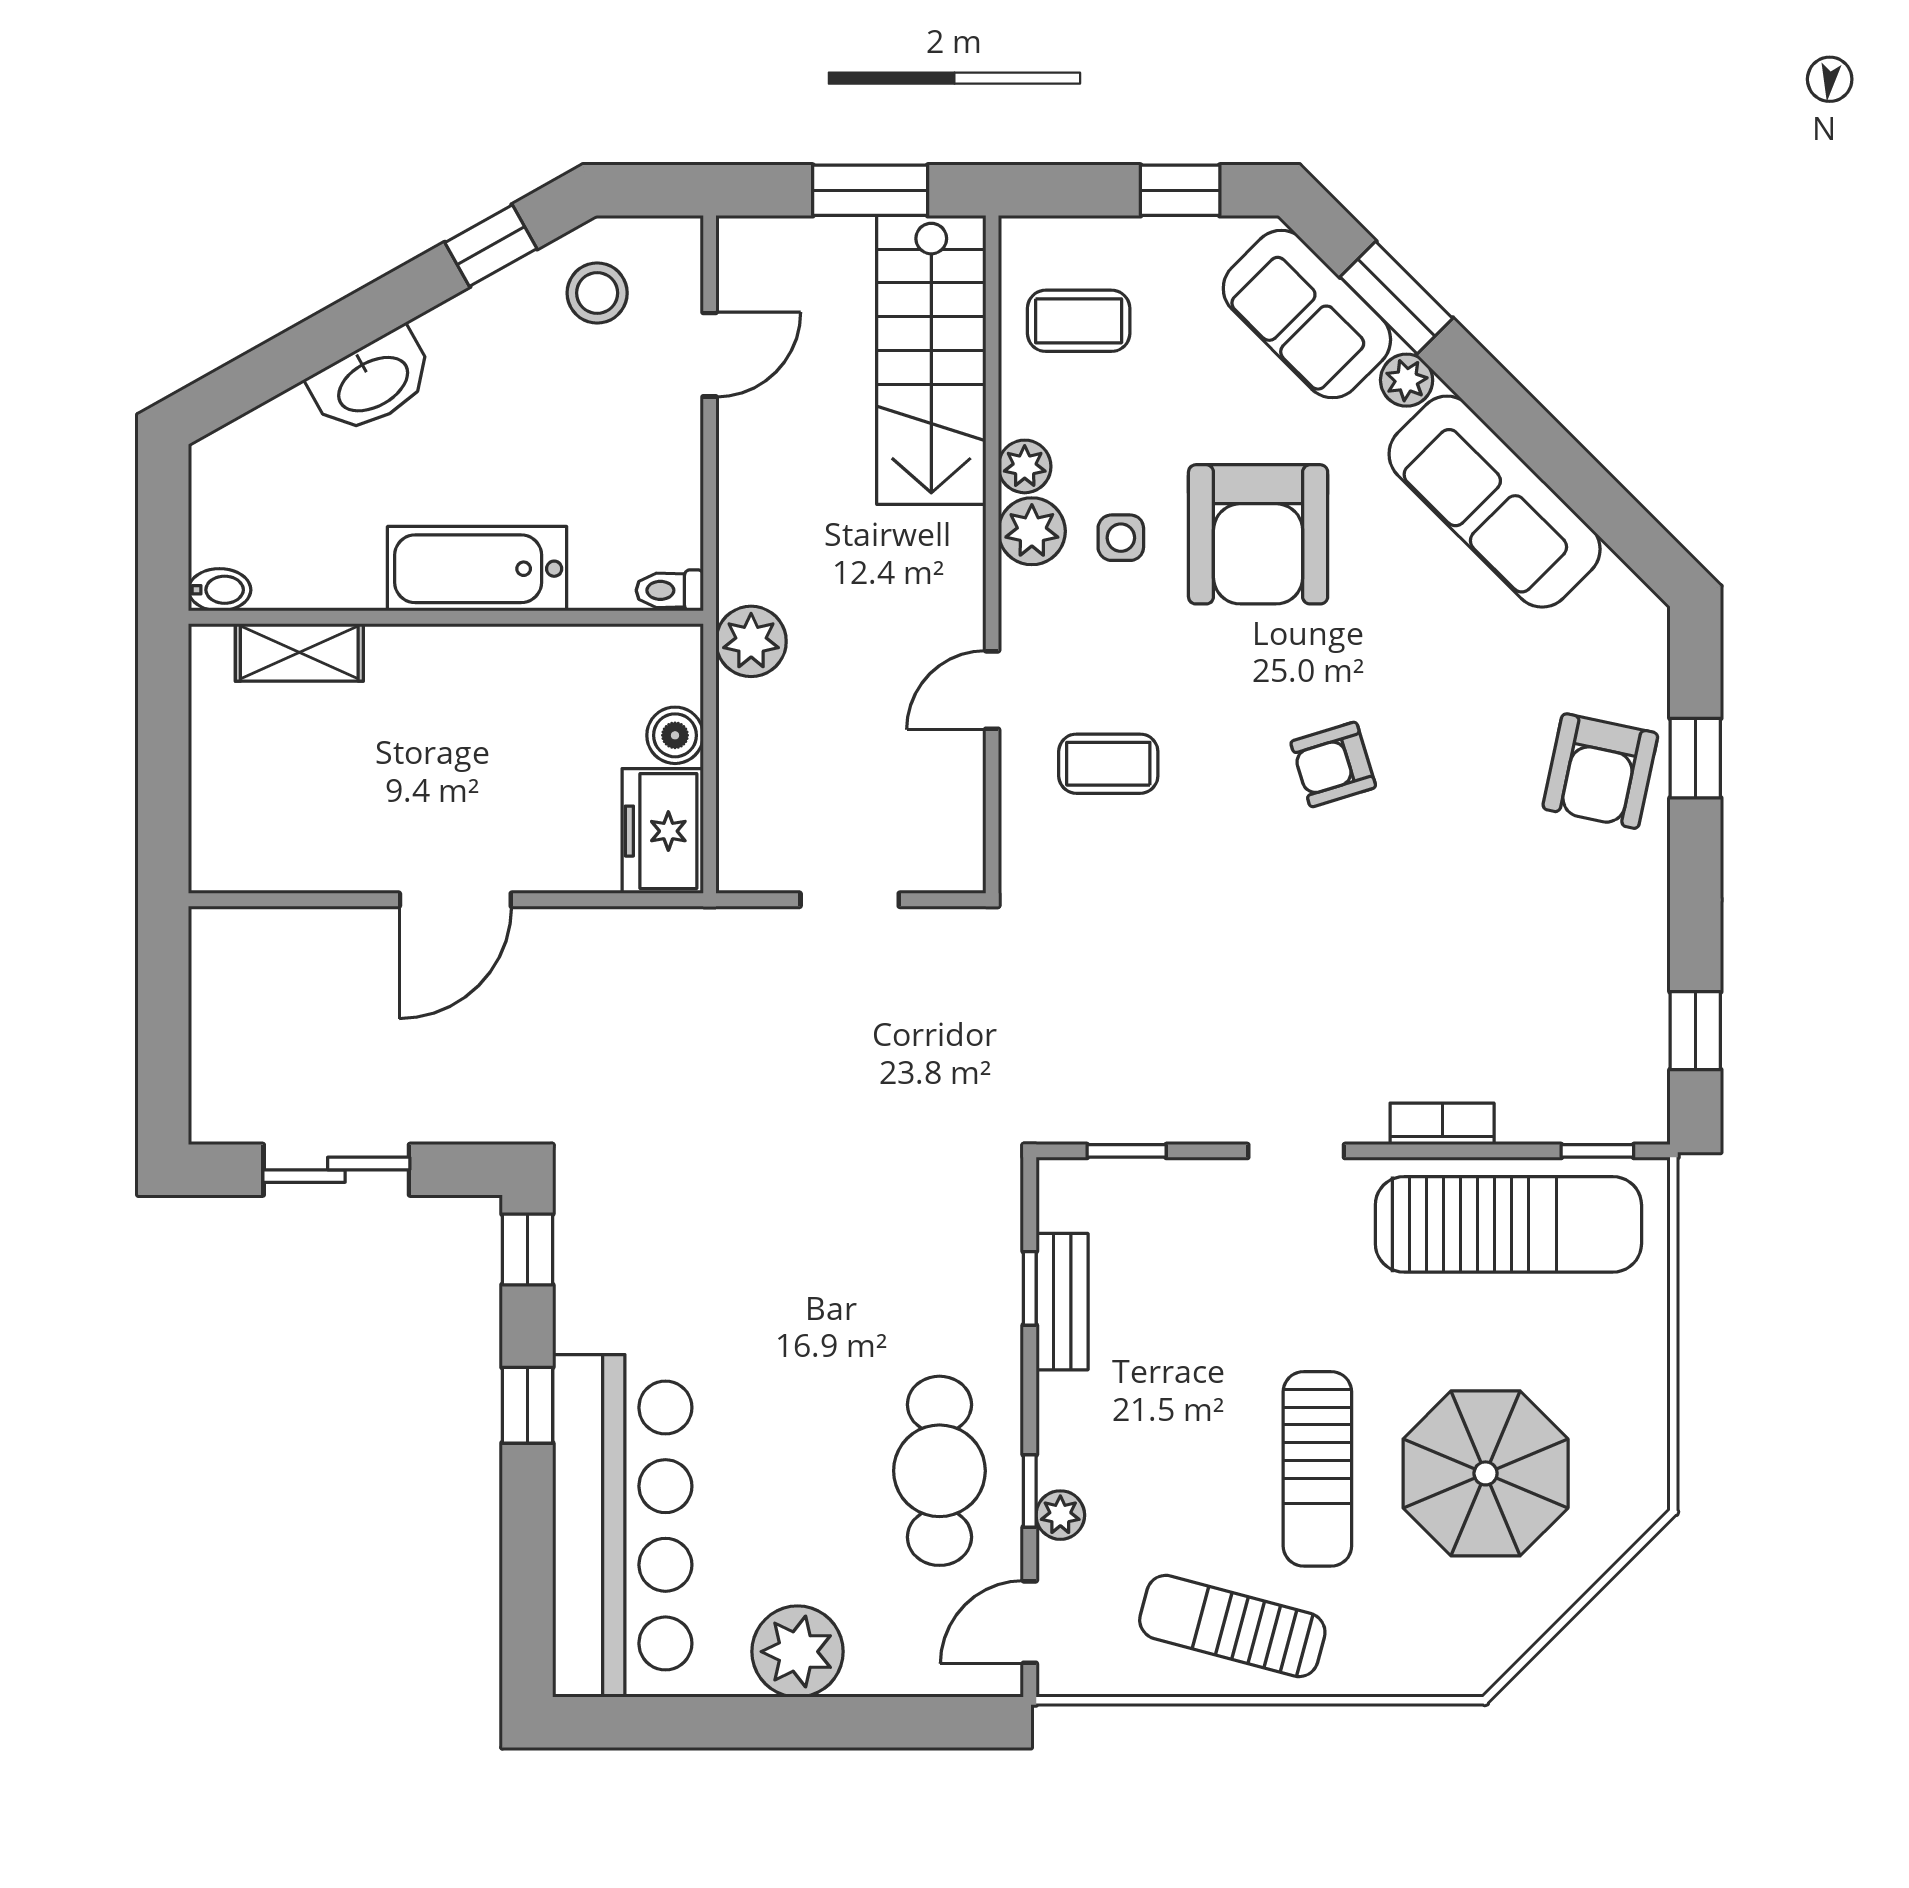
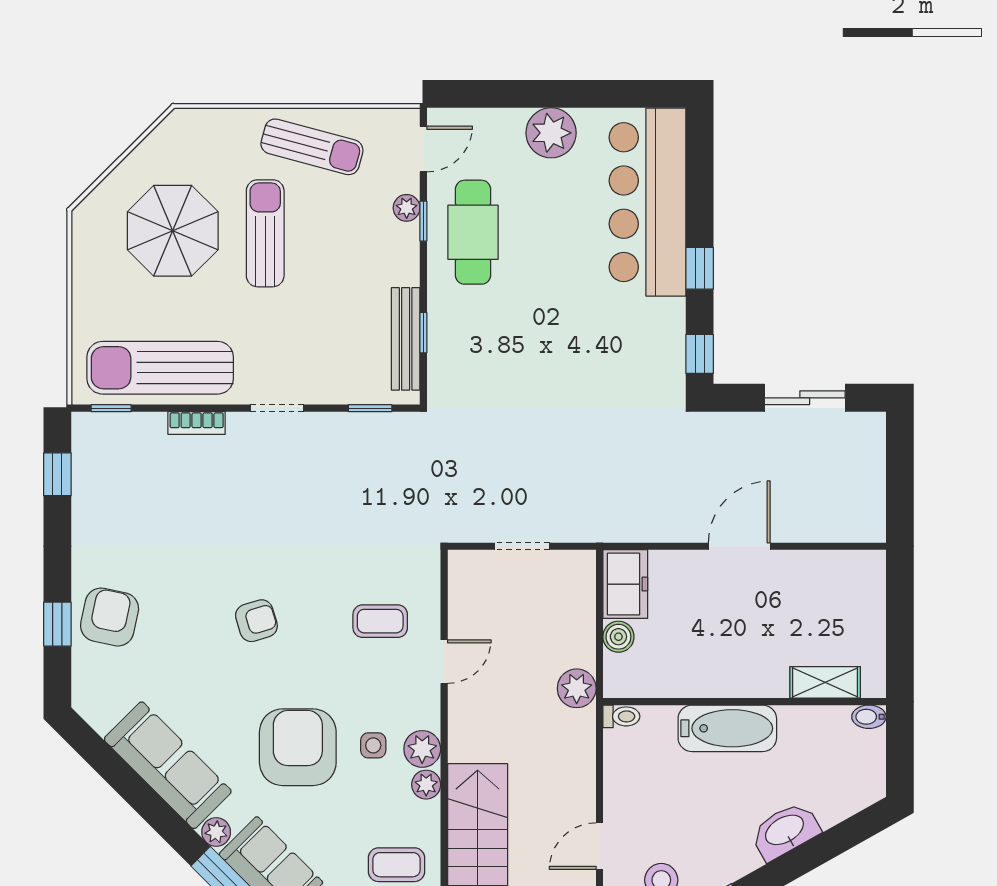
bench: (1062, 1302) -> (406, 339), width x1.36

